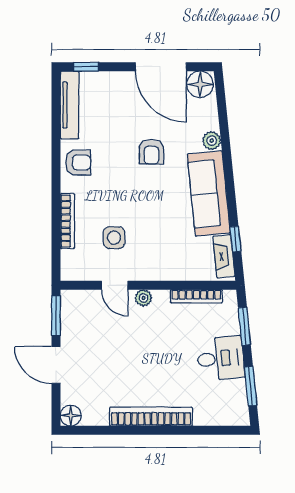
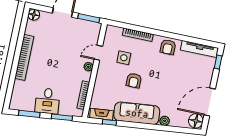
armchair: (151, 152) -> (134, 80), moved, turned -90

